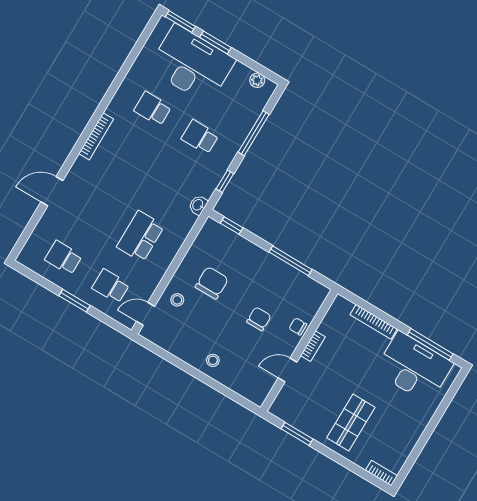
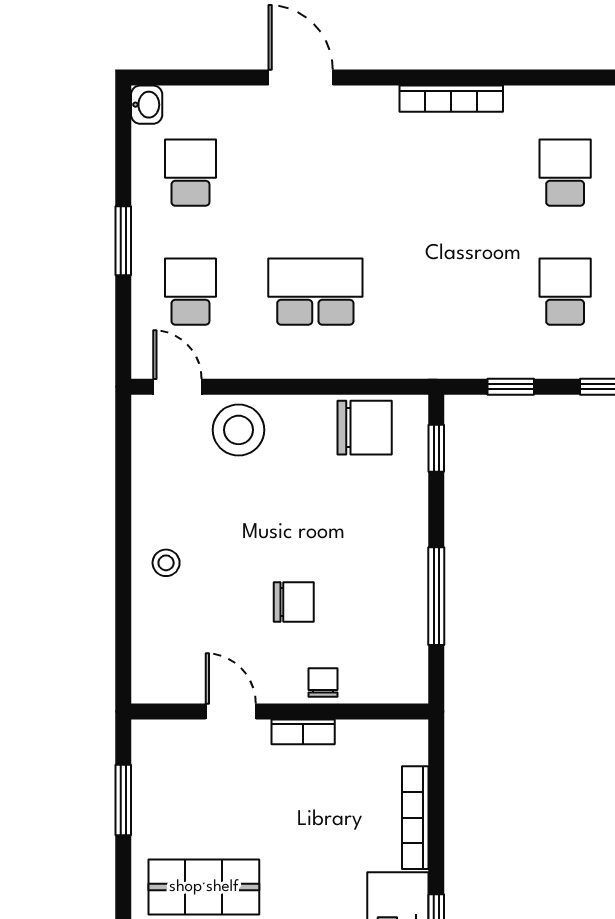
washbasin: (198, 205) -> (147, 105), moved, turned 90
chair: (212, 283) -> (365, 428), moved
stool: (177, 300) -> (239, 430), width x1.89, depth x1.89

